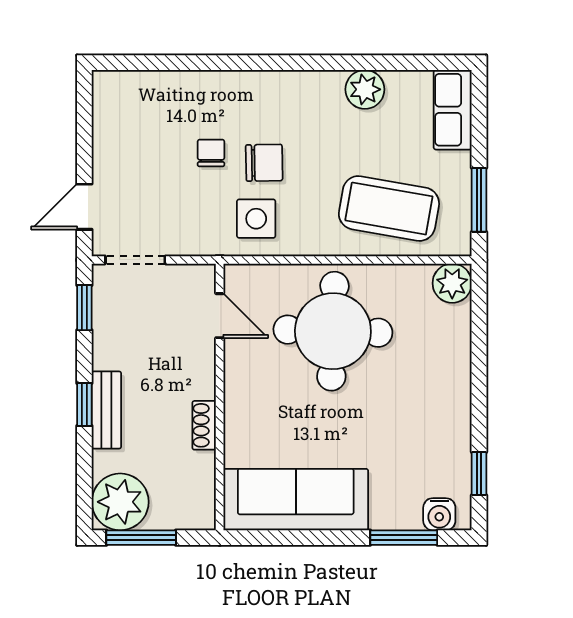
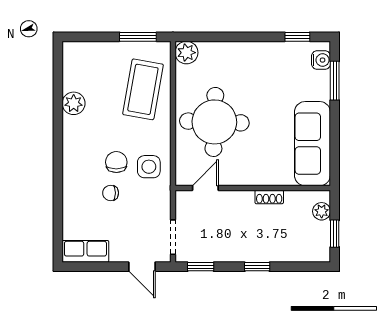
row of seats: (453, 110) -> (85, 251), moved, turned 180
bench: (106, 410) -> (260, 254), removed
plant: (120, 502) -> (322, 211), moved, width x0.53, depth x0.53
window: (141, 538) -> (335, 234), width x0.67

